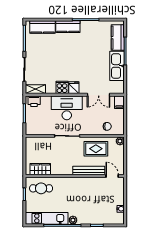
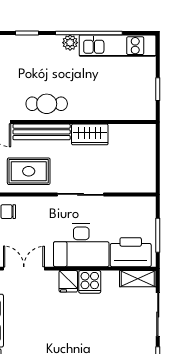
printer: (34, 101) -> (131, 252), width x1.87, depth x1.48
wardrobe: (40, 169) -> (90, 134), moved
cafe table: (41, 188) -> (47, 104), moved

